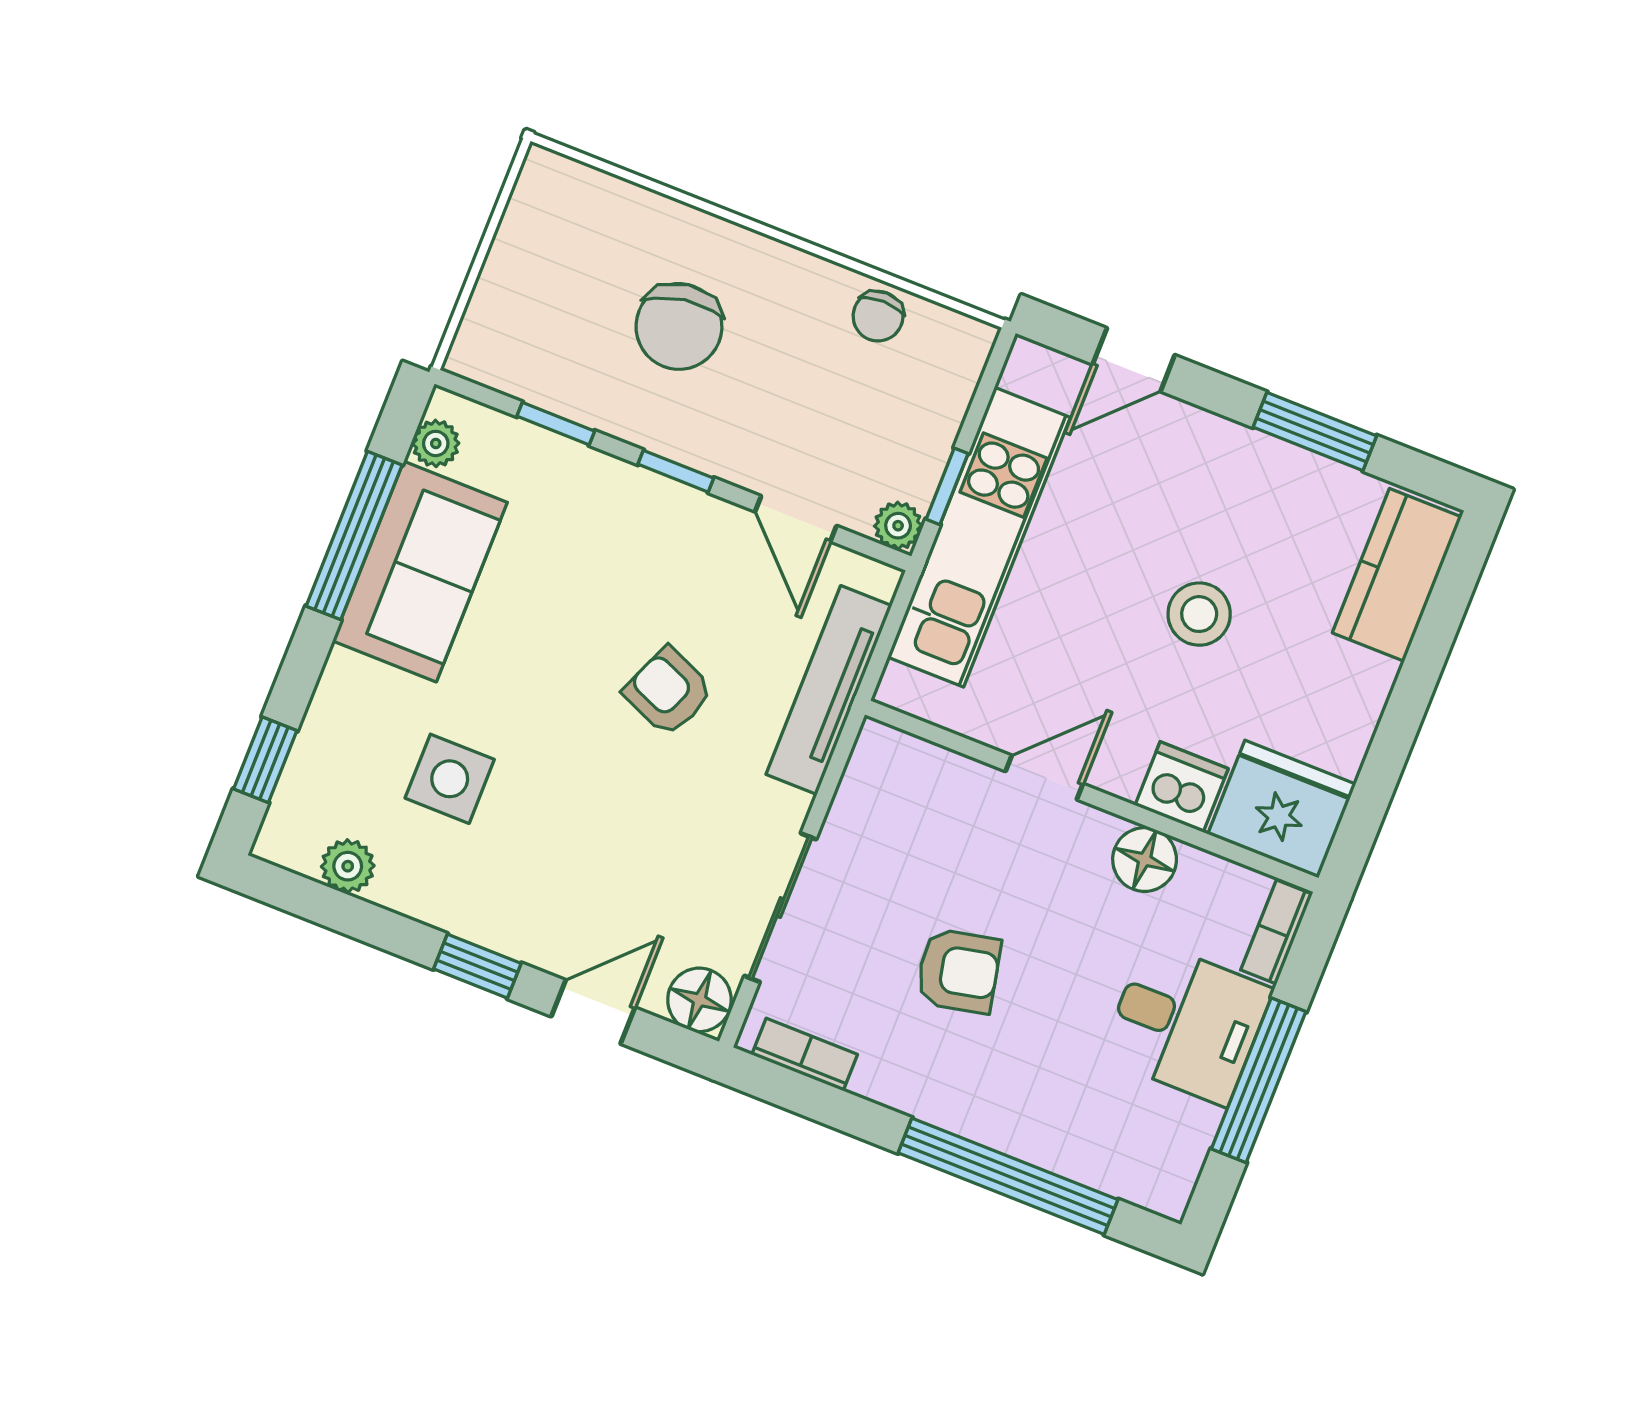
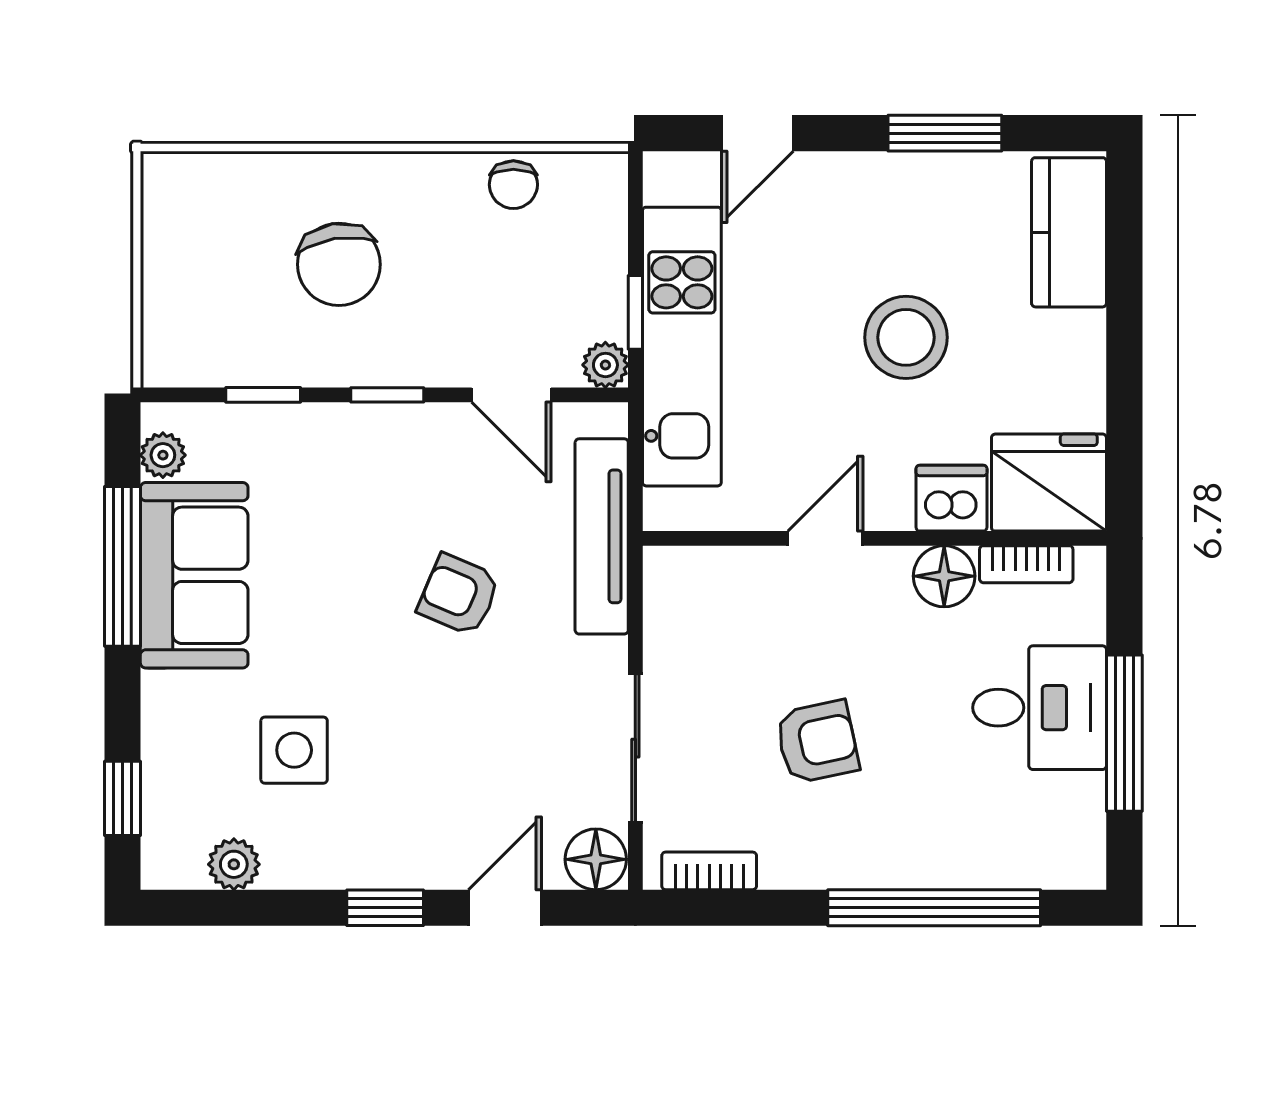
stool: (1199, 614) -> (906, 337), width x1.38, depth x1.38
bookcase: (1276, 932) -> (1026, 564), moved, turned -90

